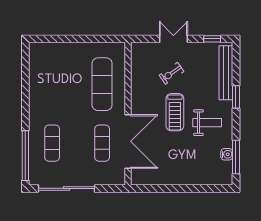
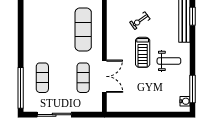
window: (236, 97) -> (192, 16), moved
double door: (128, 141) -> (104, 76), width x0.73
water cooler: (227, 154) -> (185, 101), moved
sliding door: (67, 188) -> (54, 115), width x0.73

